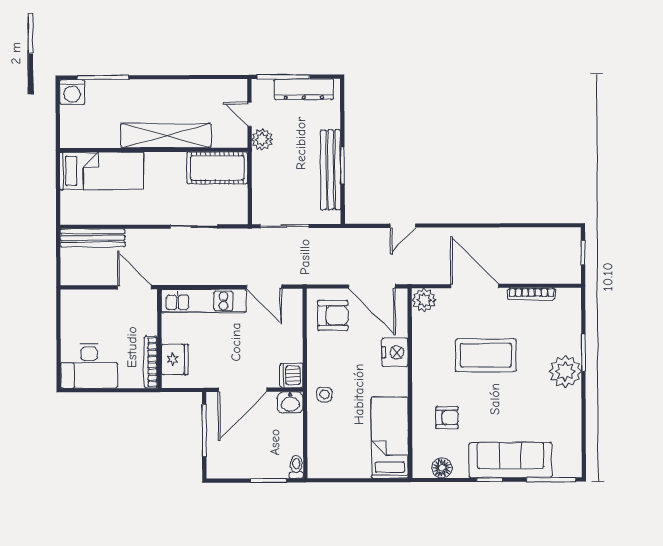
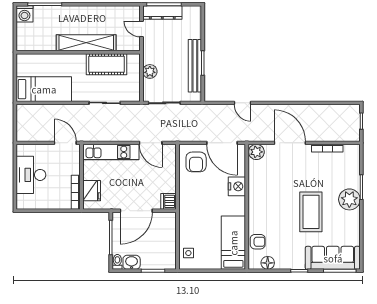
dresser: (304, 89) -> (162, 13), moved
plant: (262, 139) -> (150, 71), moved
cot: (217, 168) -> (106, 64), moved
bed: (102, 171) -> (44, 89), moved
door: (403, 226) -> (243, 103), hinge flipped
bench: (93, 238) -> (38, 110), removed
armchair: (333, 315) -> (196, 162), turned 90
coffee table: (486, 355) -> (311, 212), moved, turned 90
desk: (89, 366) -> (31, 175), moved, turned 90
side table: (324, 394) -> (188, 253), moved
washbasin: (290, 403) -> (132, 262), moved, turned 180
armchair: (447, 418) -> (258, 242), moved
sofa: (510, 460) -> (333, 258), moved
toilet: (296, 467) -> (117, 262), moved

